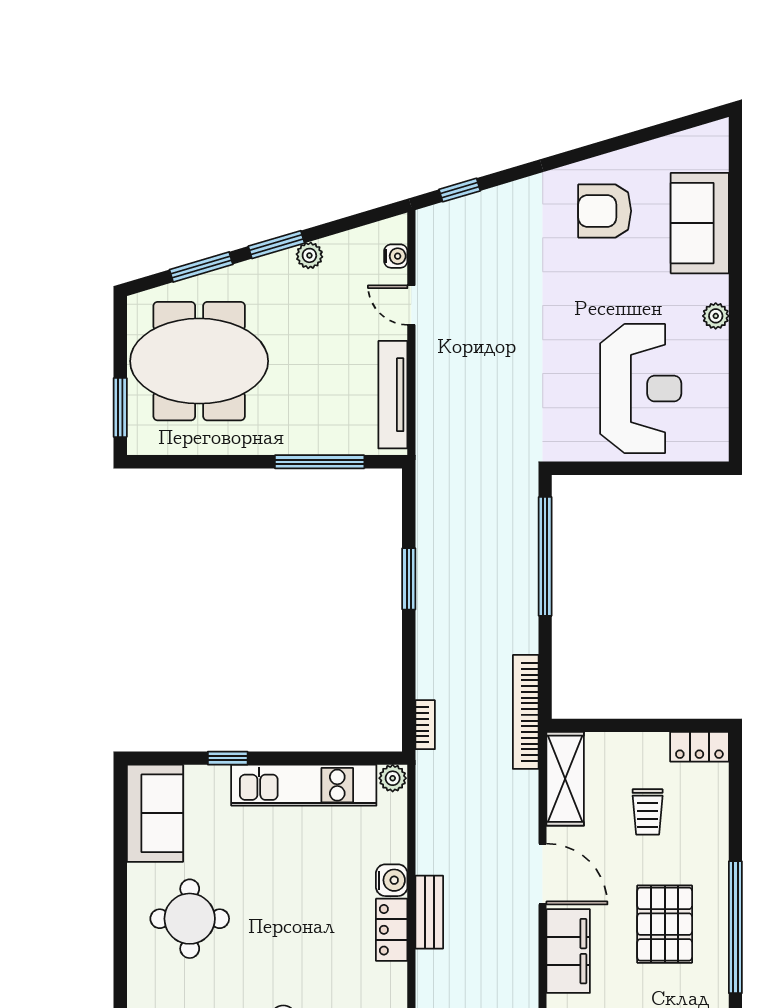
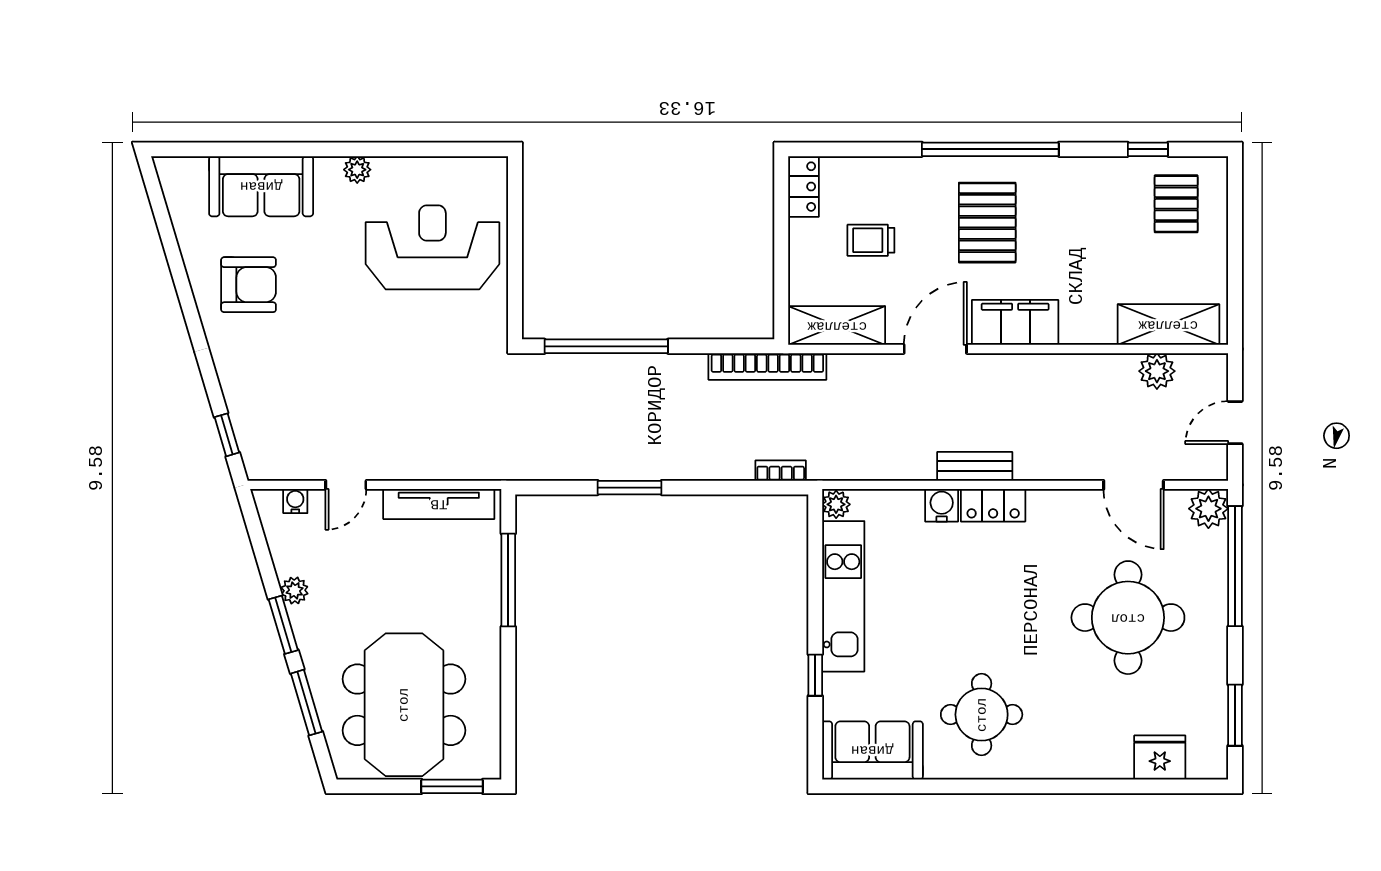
armchair: (605, 211) -> (249, 285), turned -90
trolley: (648, 812) -> (871, 240), turned 180
pallet: (665, 924) -> (987, 223), turned 90

